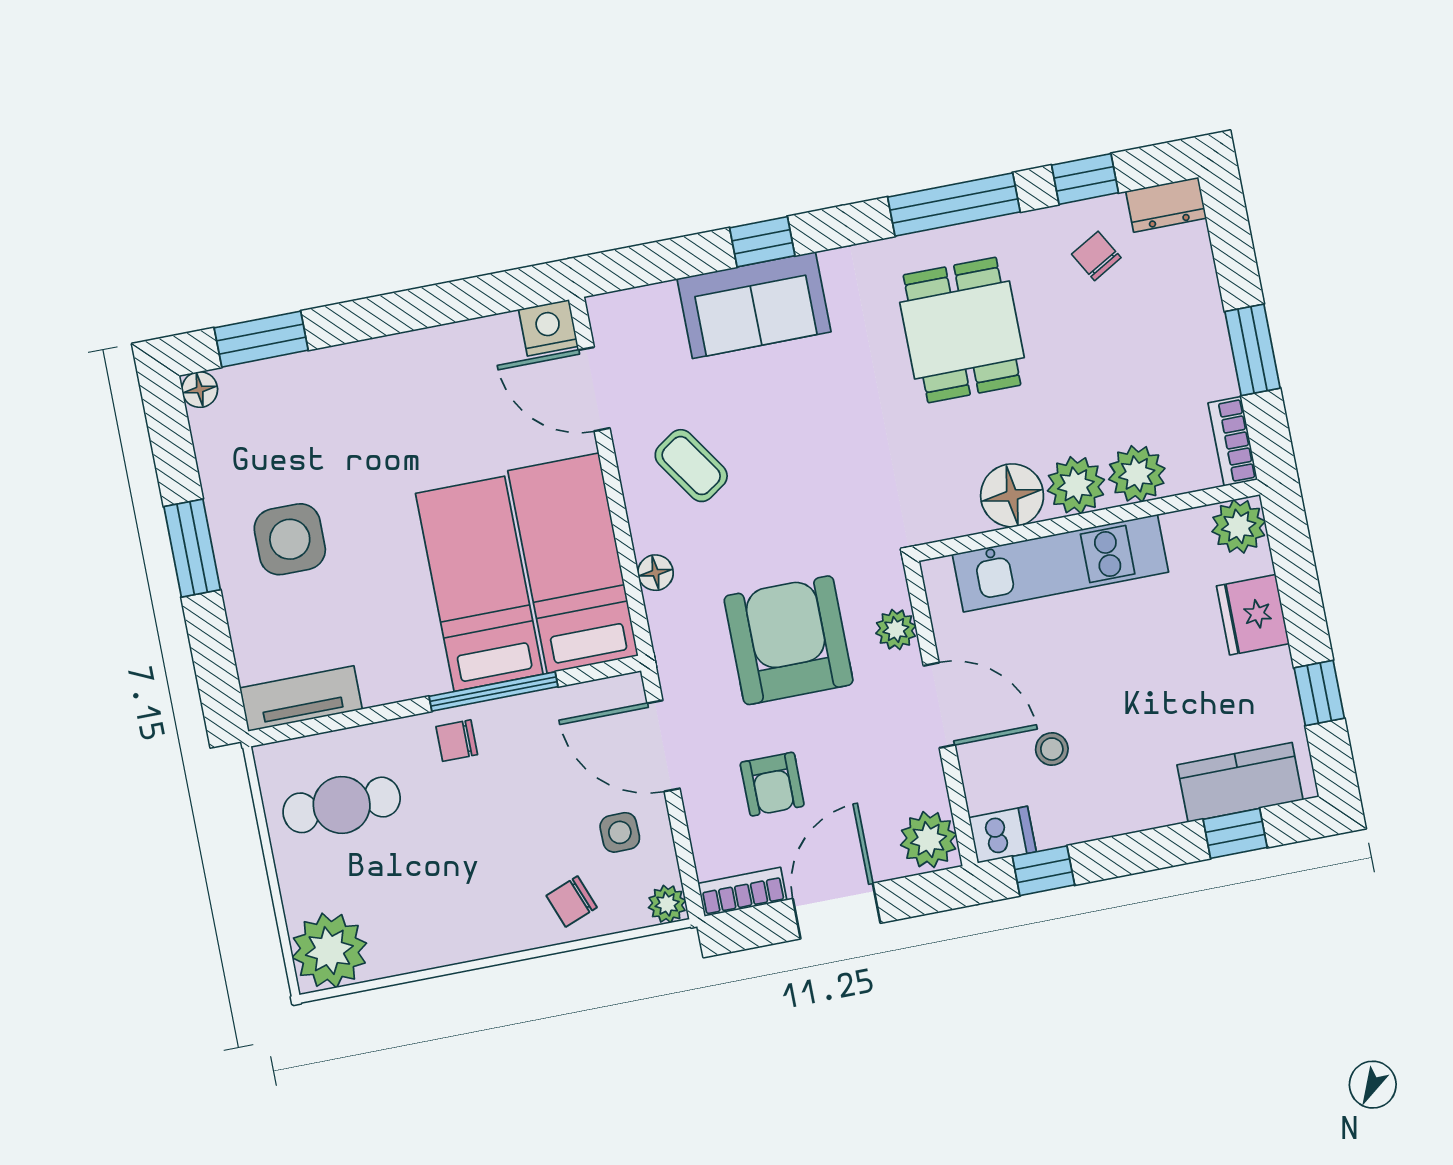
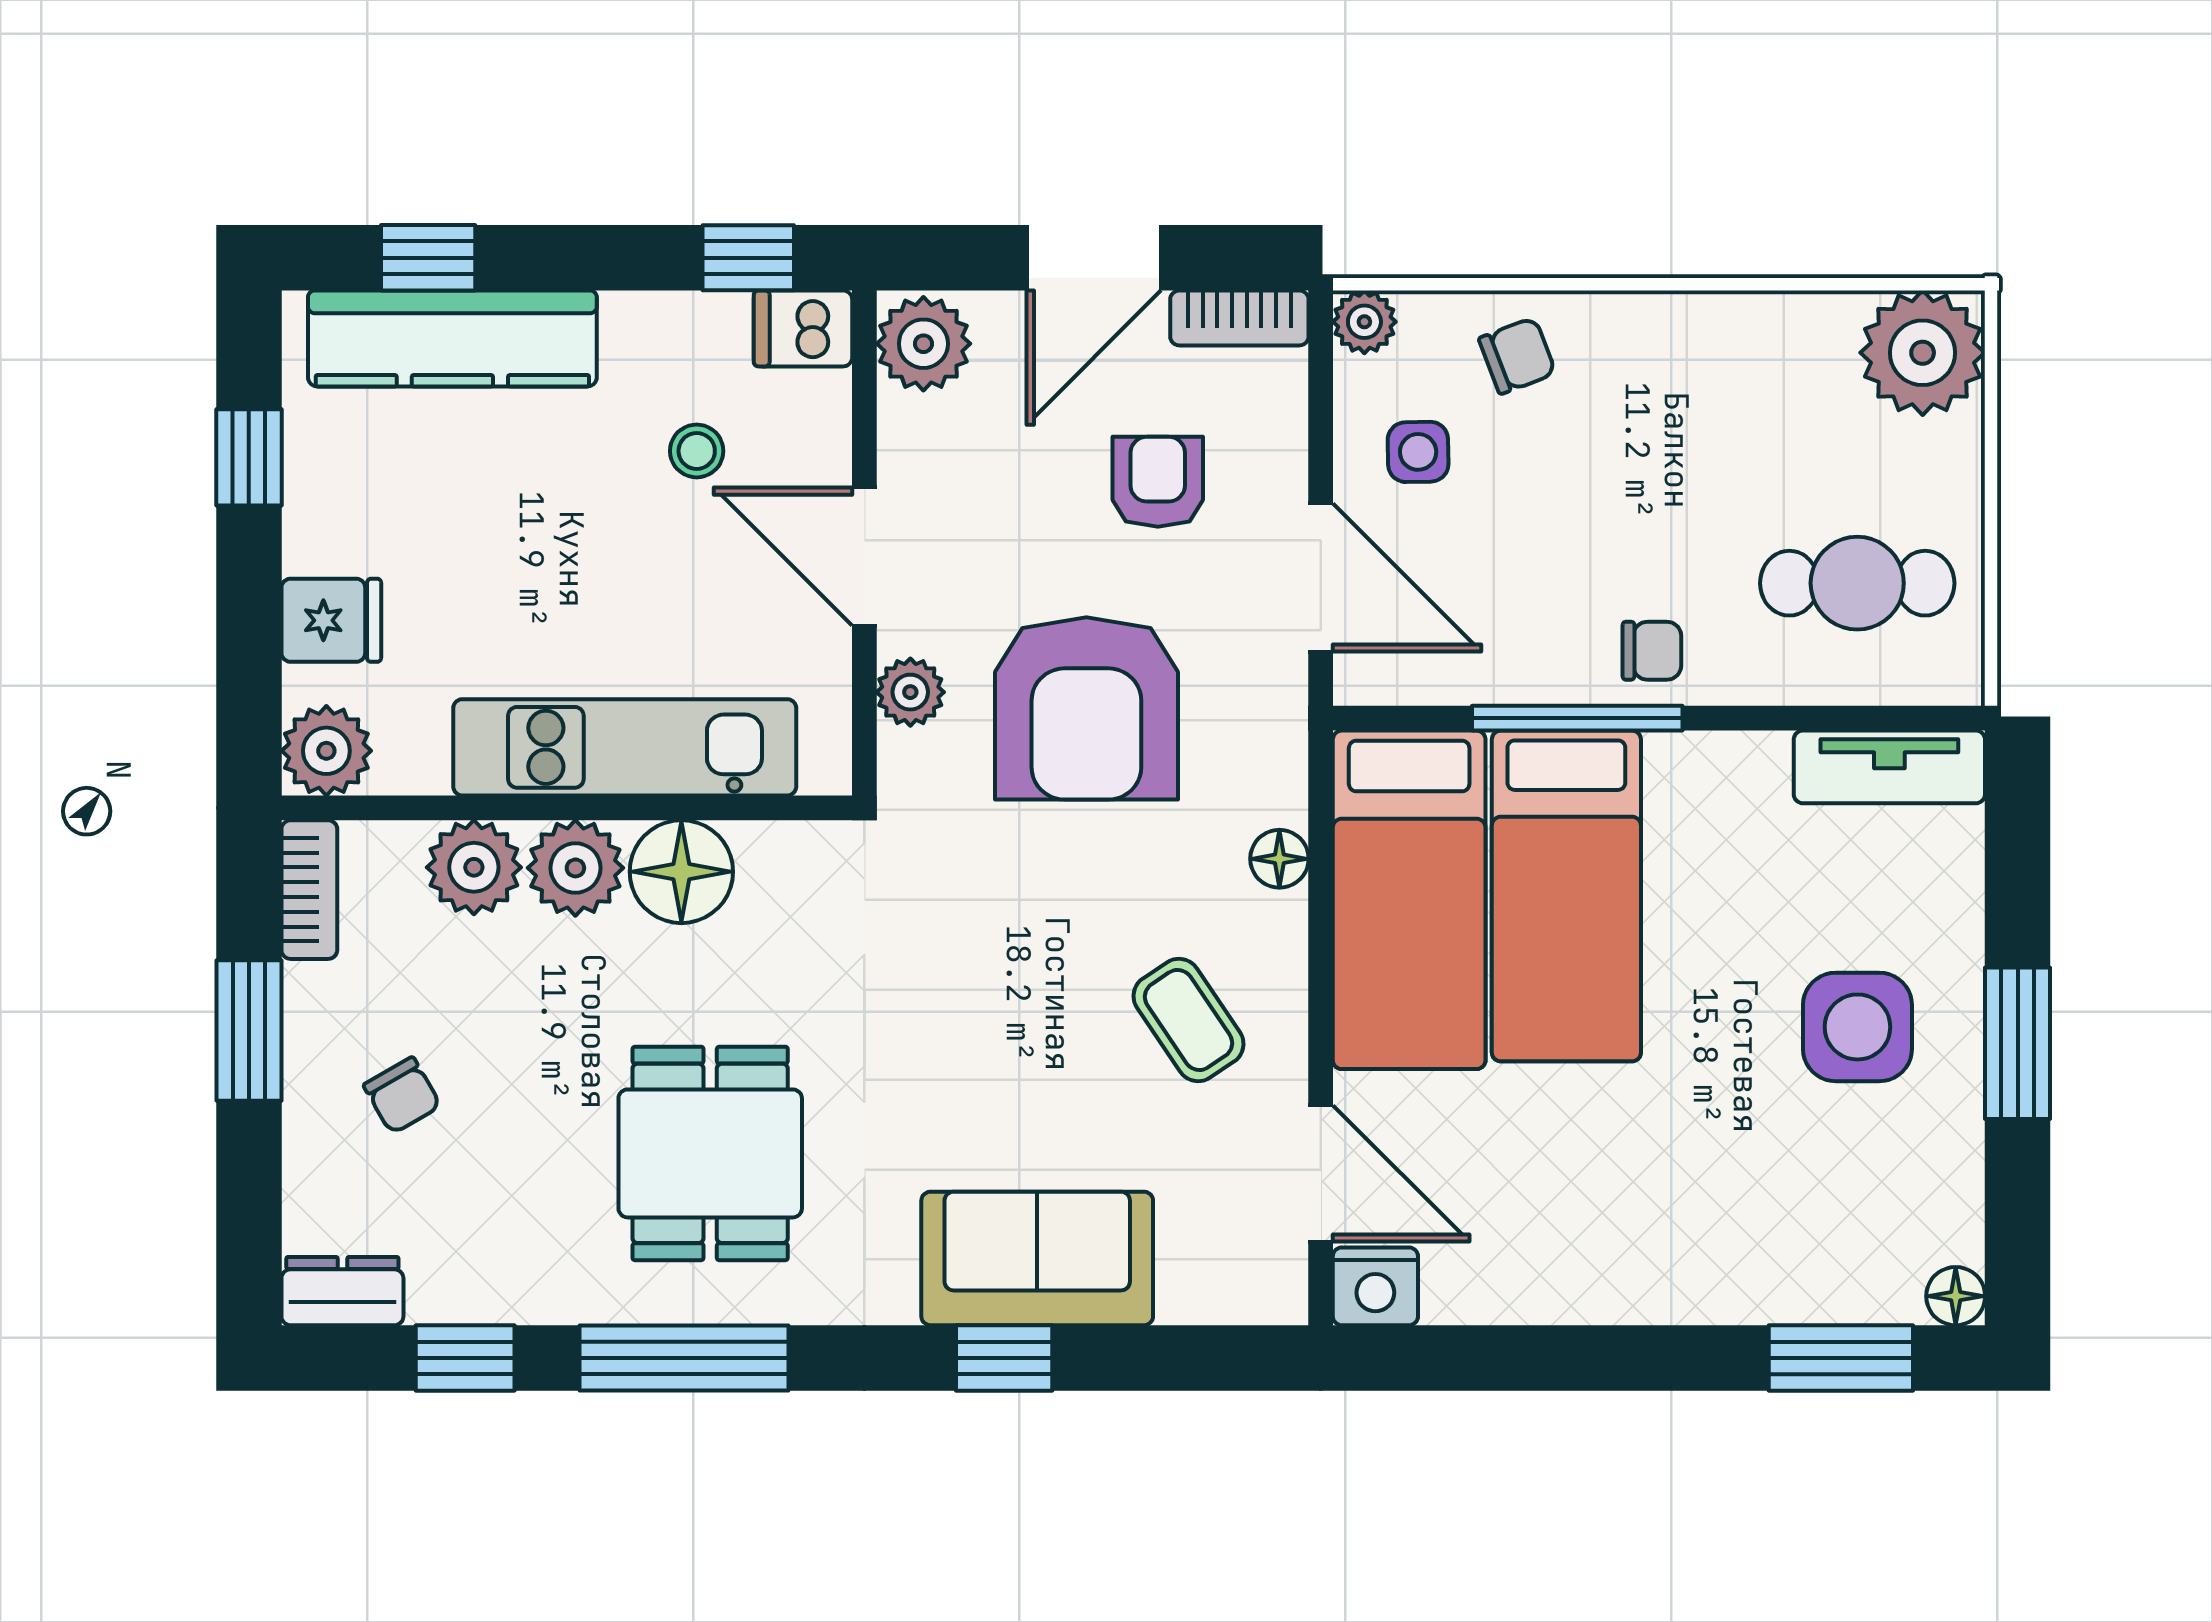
chair: (1096, 256) -> (402, 1095), moved
fridge: (1253, 615) -> (331, 620), width x0.72
kitchen counter: (1240, 782) -> (452, 338), width x1.50

